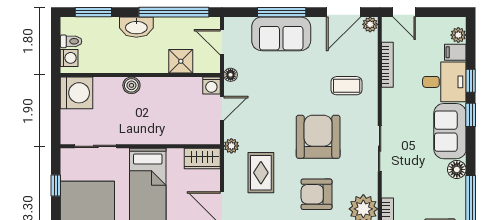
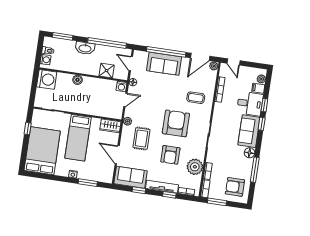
window: (282, 12) -> (166, 52), width x1.46
armchair: (317, 194) -> (170, 155), turned -90

